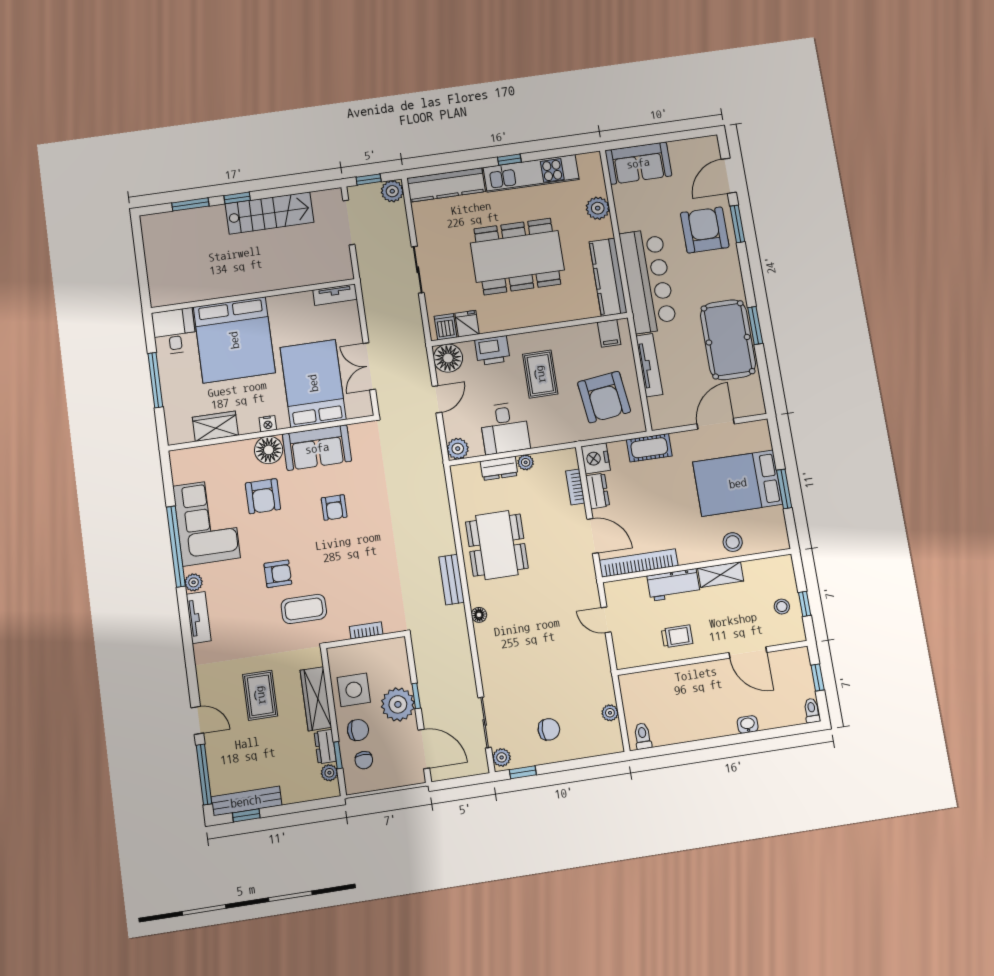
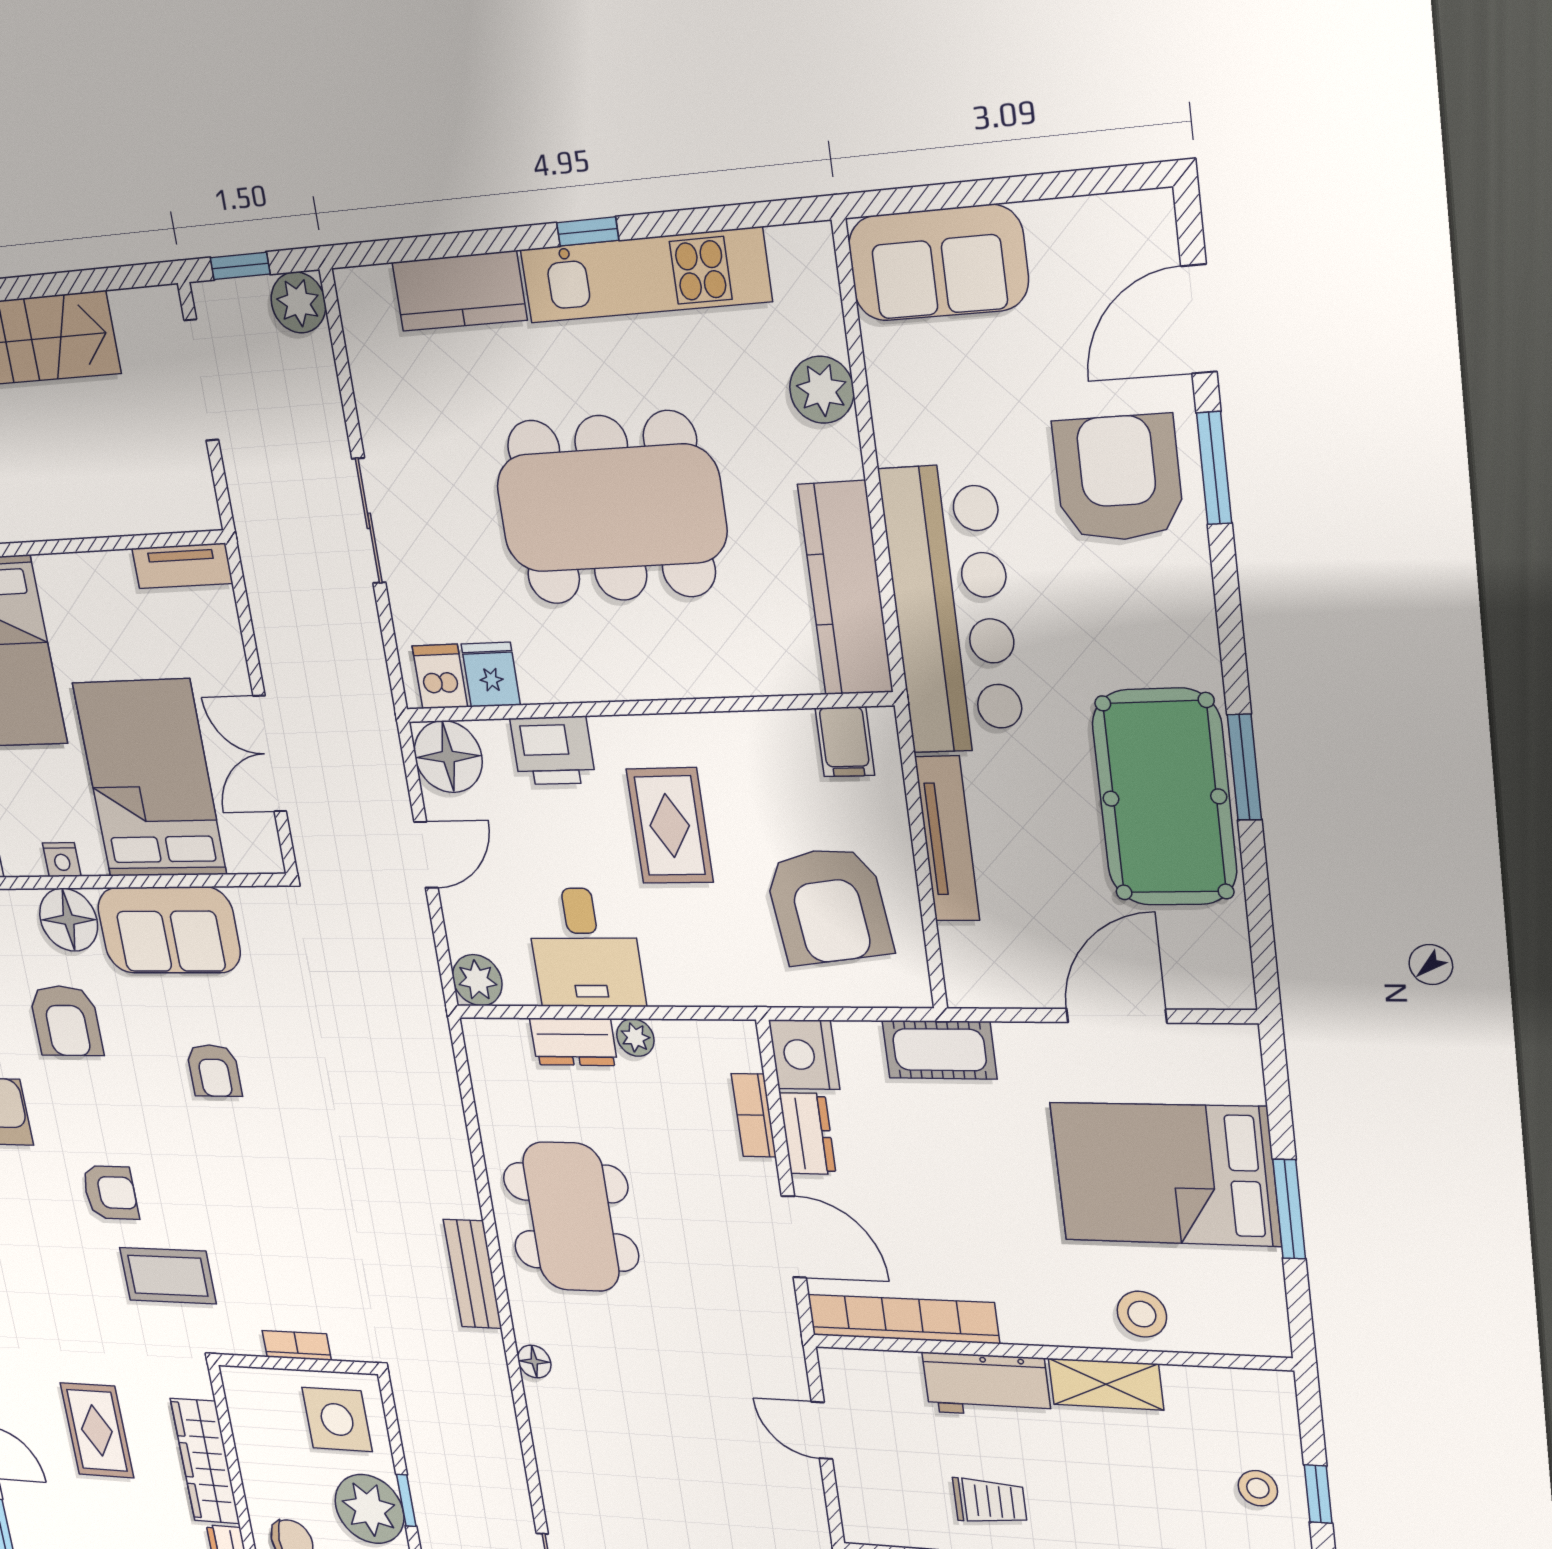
kitchen counter: (446, 185) -> (459, 291), width x0.67
side table: (354, 690) -> (337, 1419), moved

